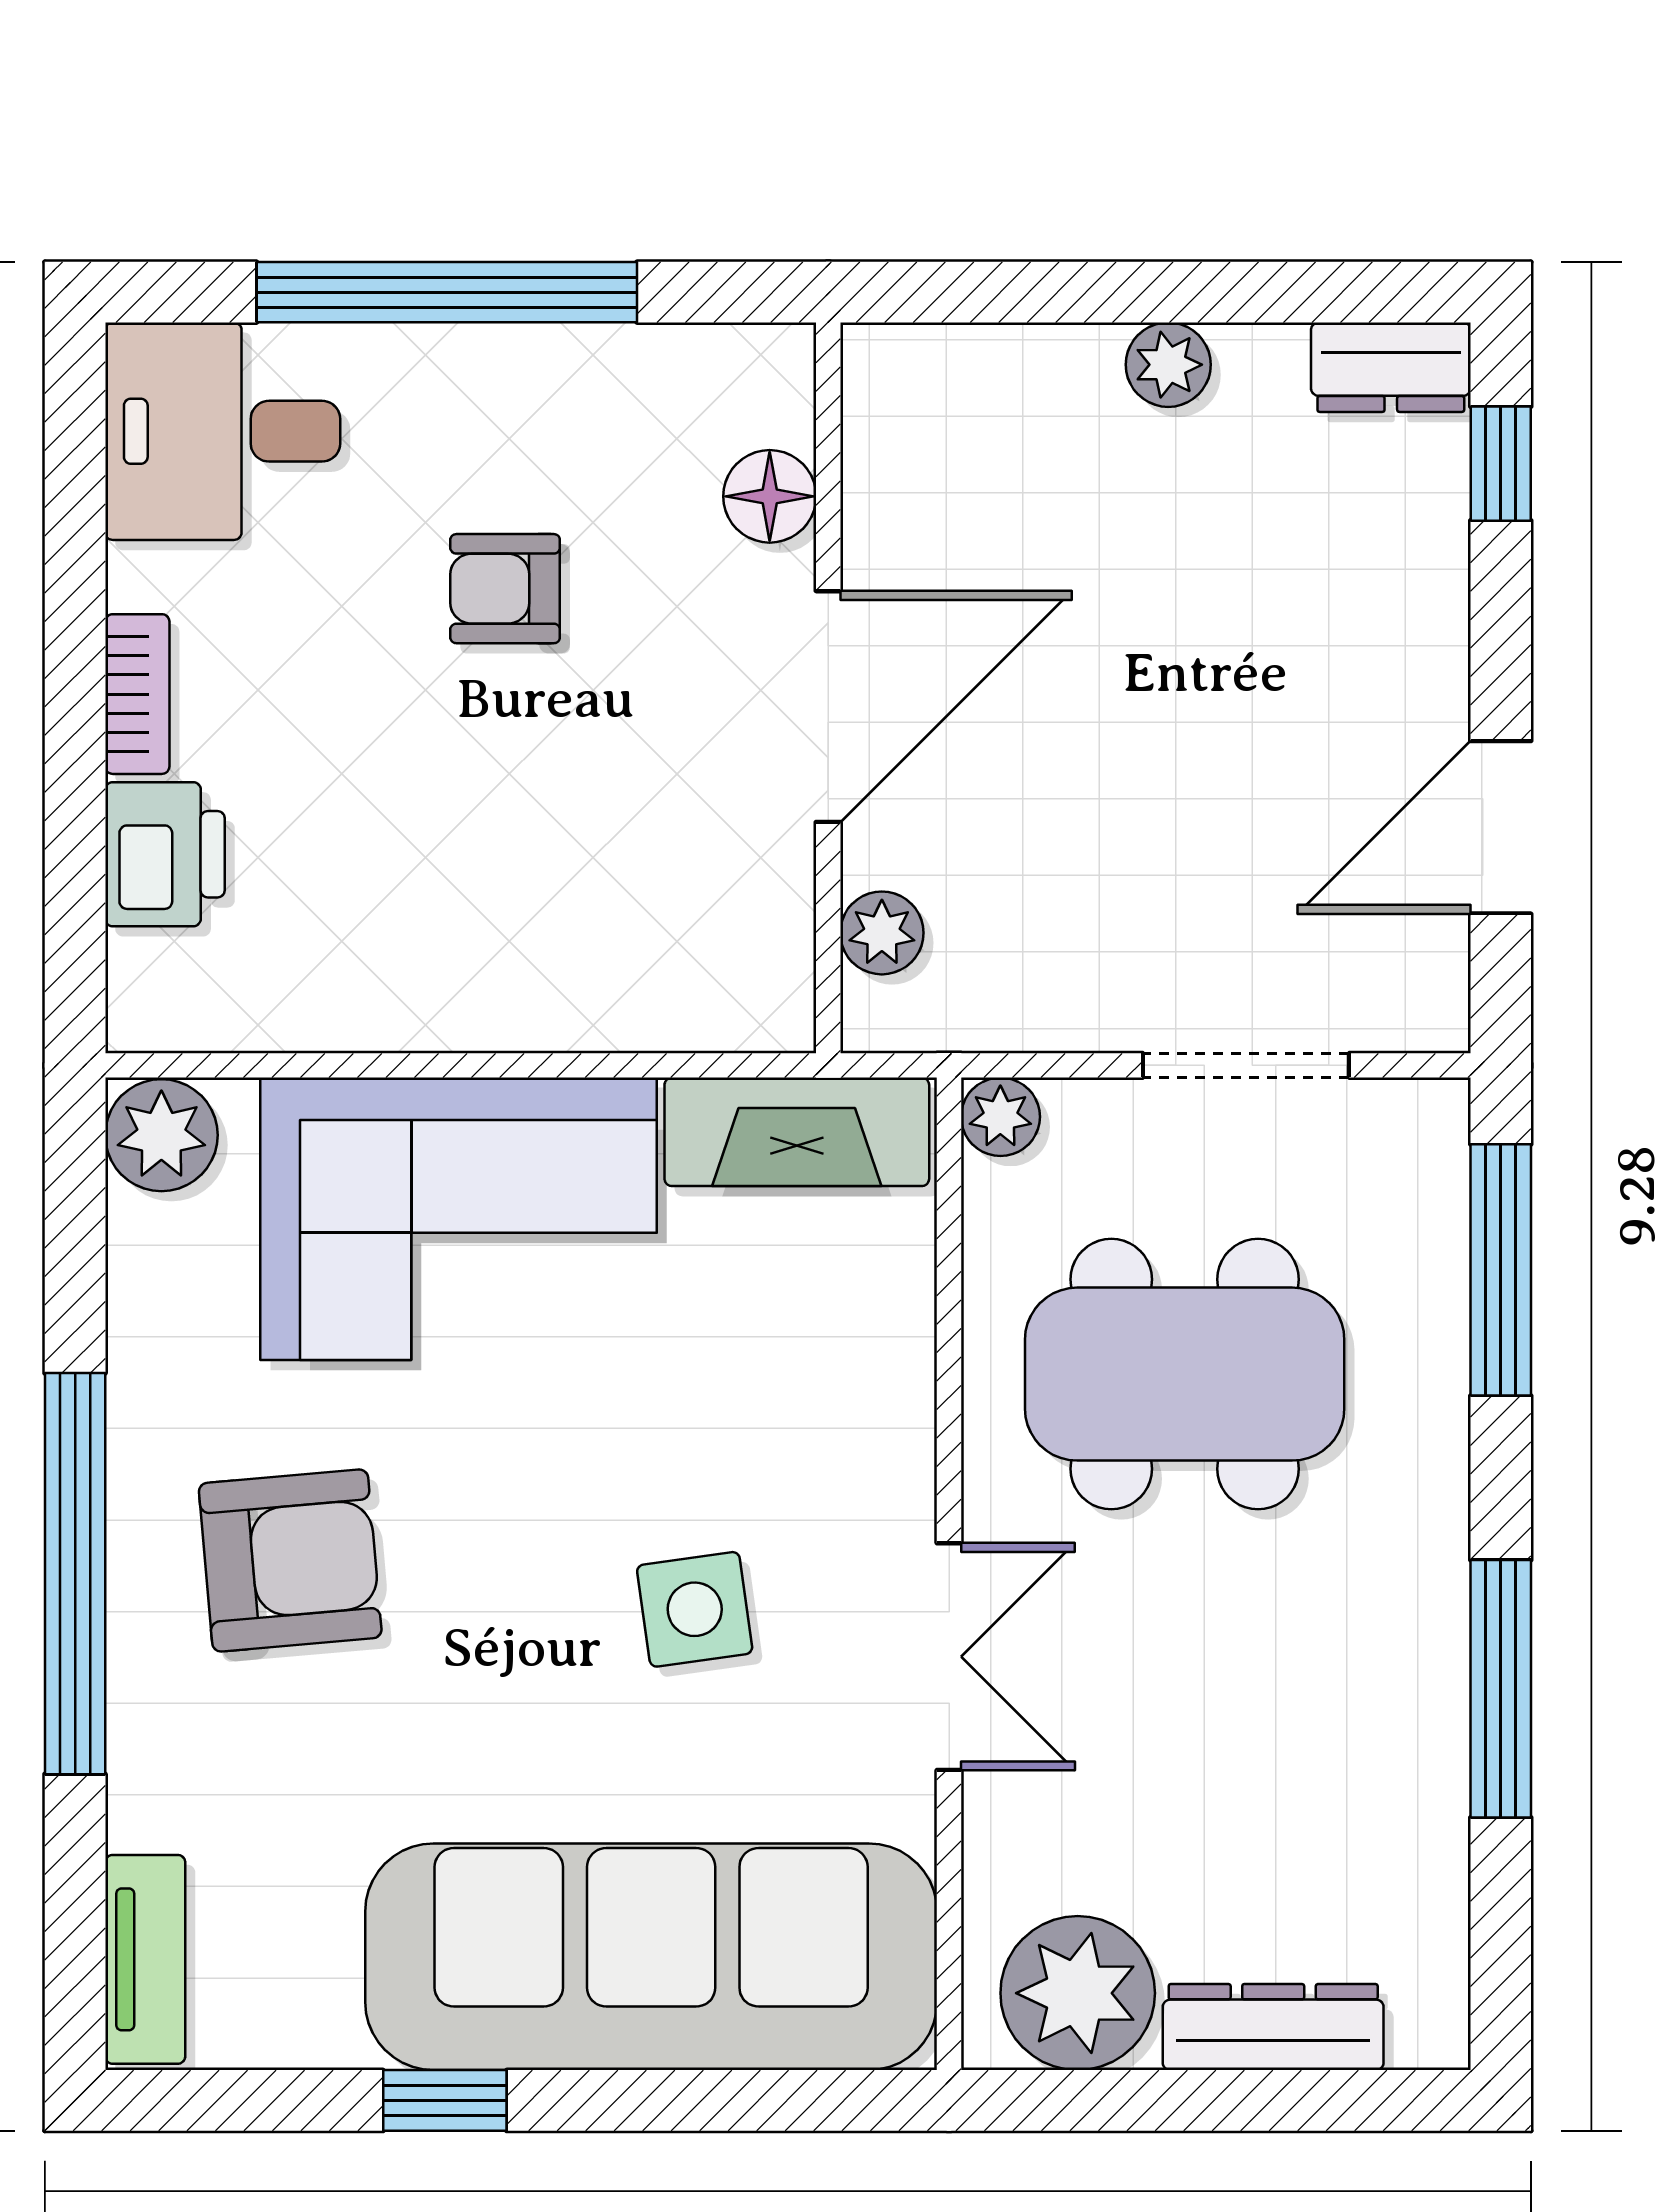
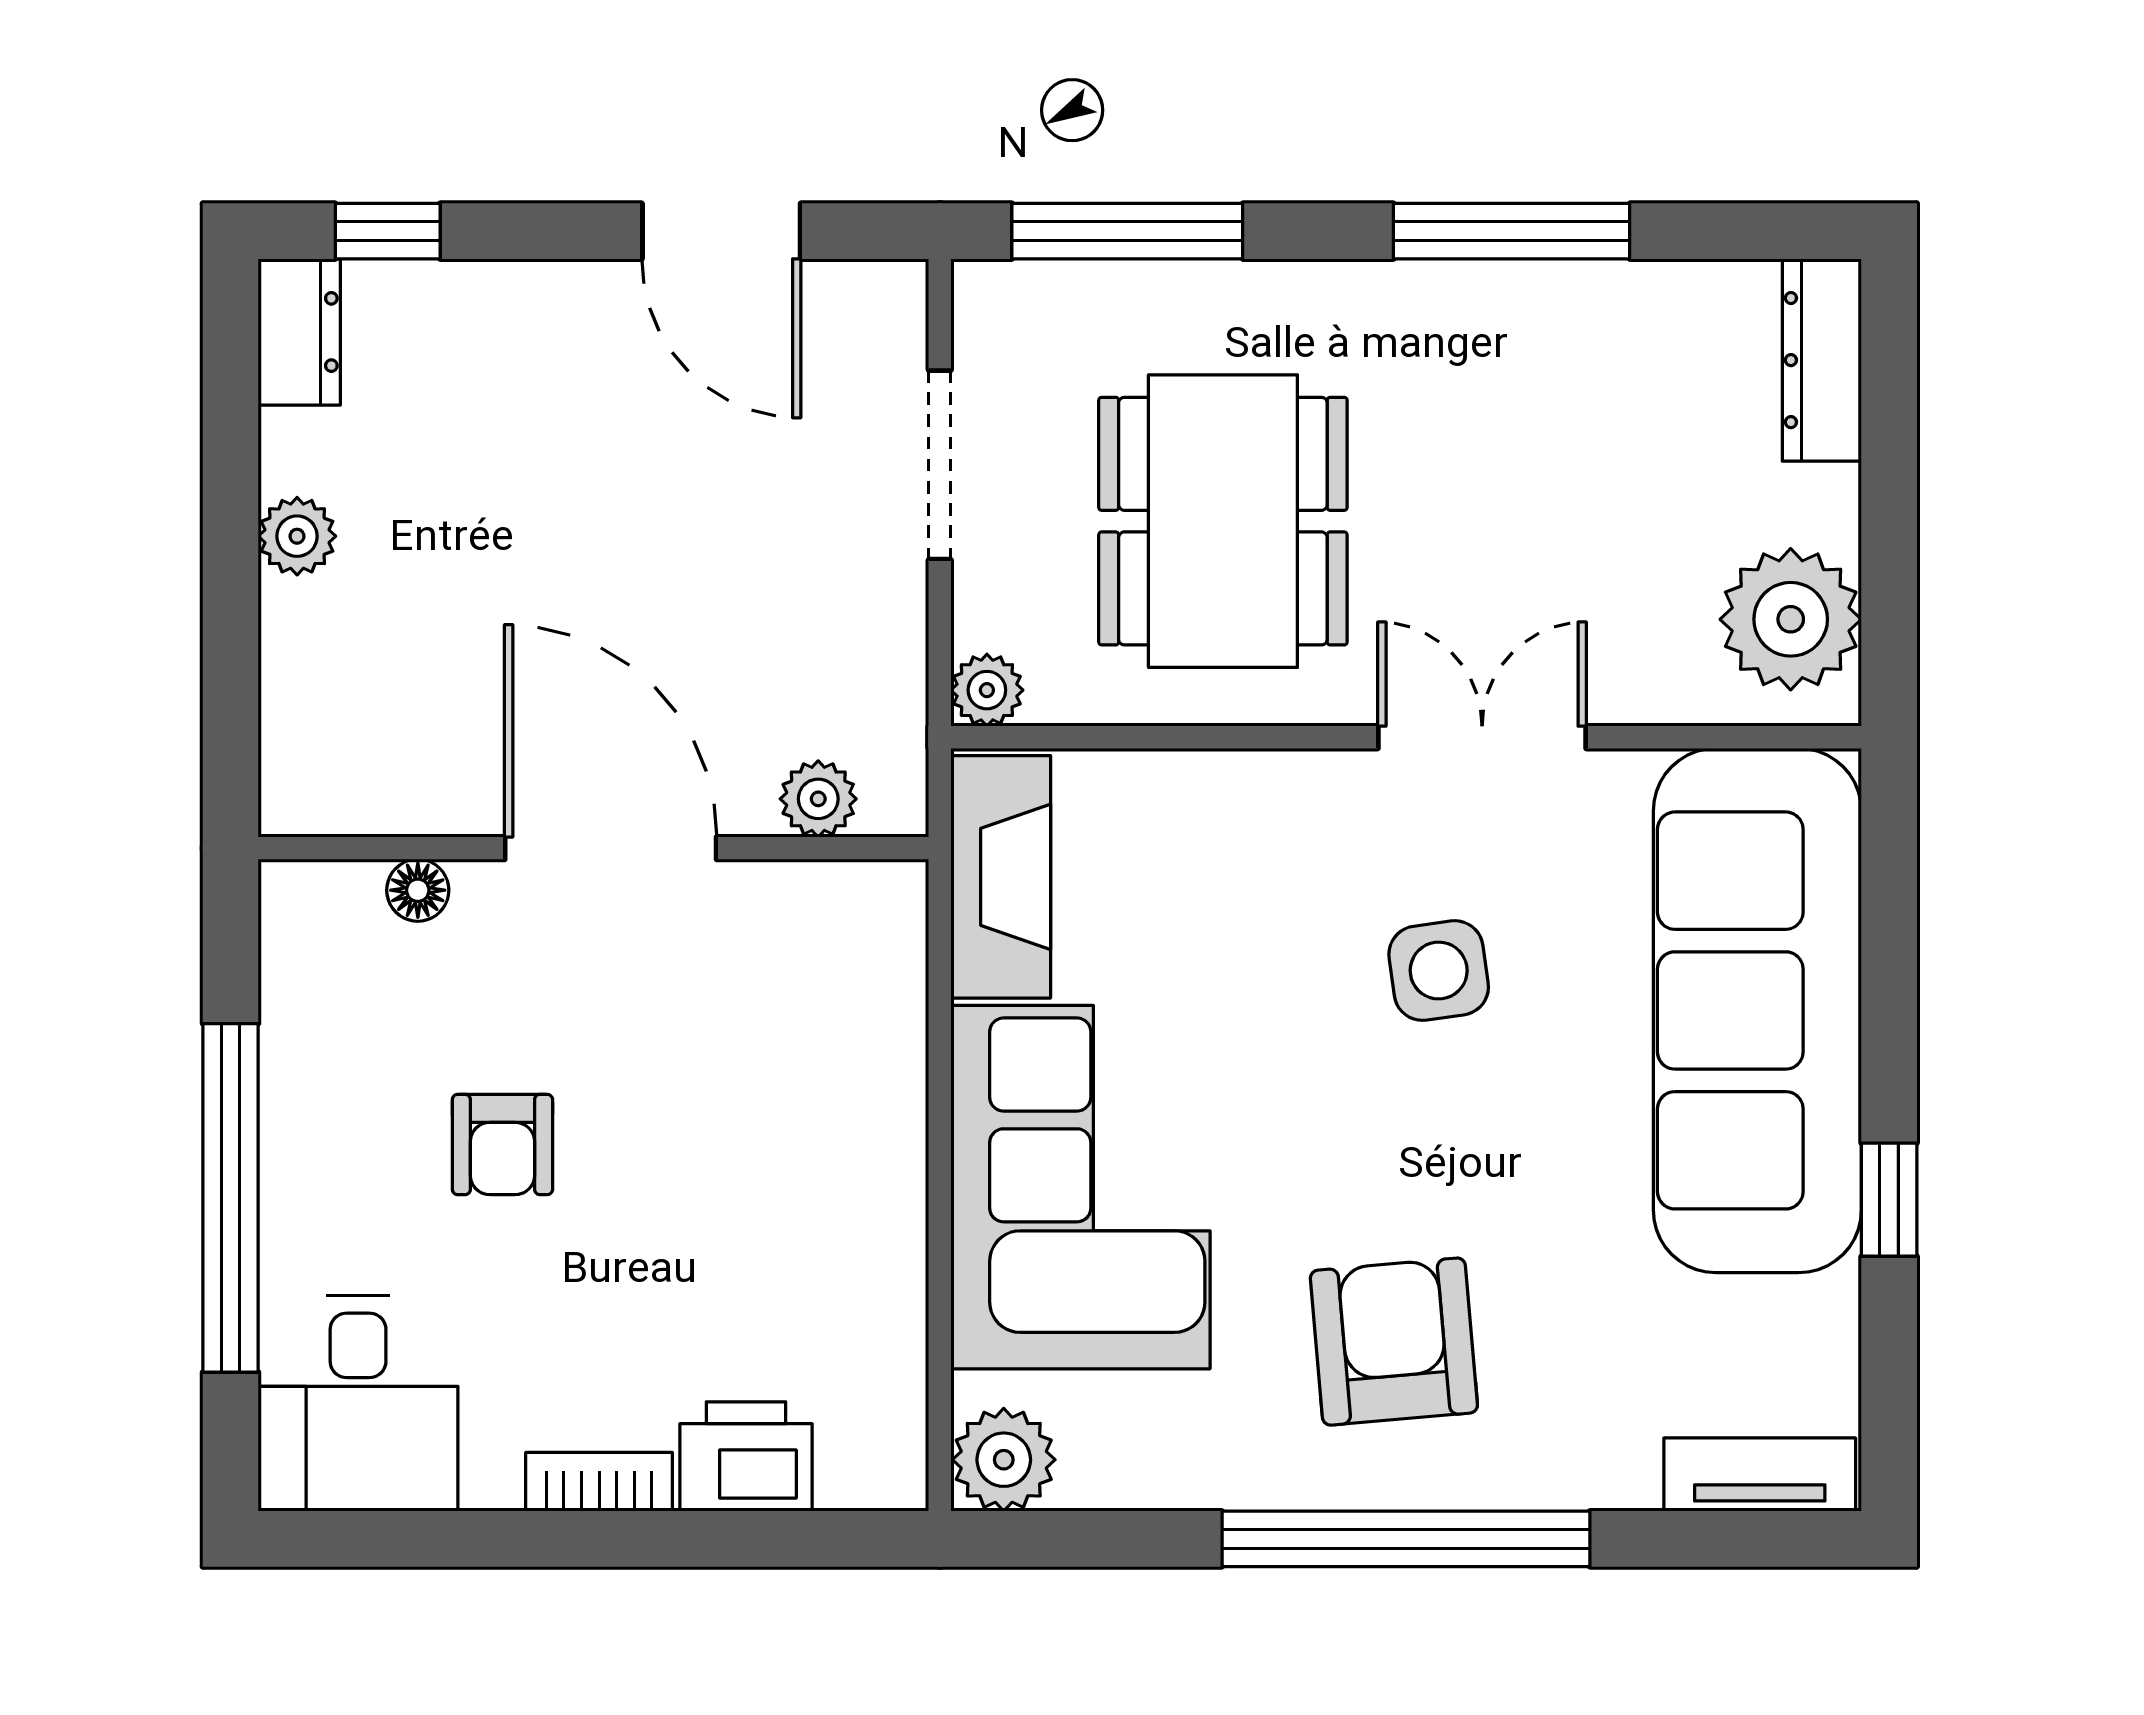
floor lamp: (770, 496) -> (418, 890), width x0.73, depth x0.73
dresser: (1273, 2027) -> (1822, 360), moved

